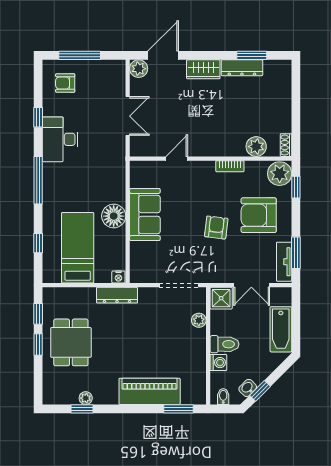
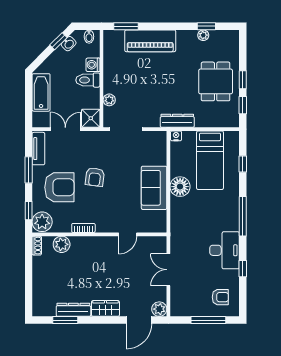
window: (296, 253) -> (29, 170), moved

